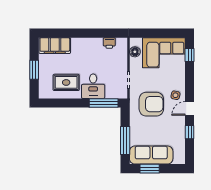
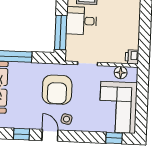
printer: (109, 43) -> (132, 57), moved

